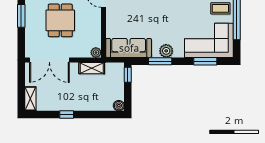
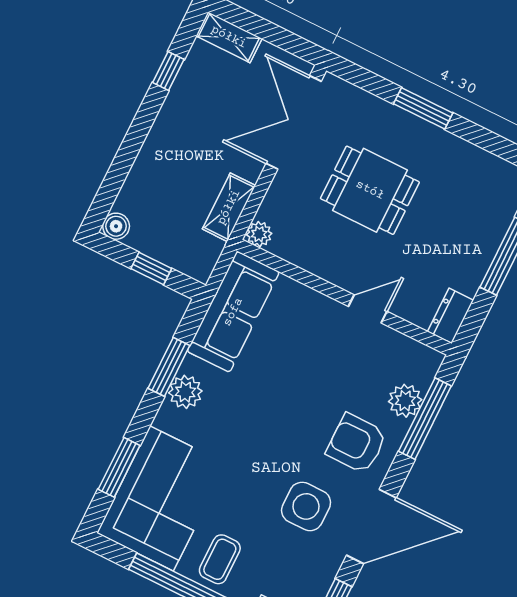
window: (128, 75) -> (151, 268), moved
window: (67, 115) -> (168, 71), moved

